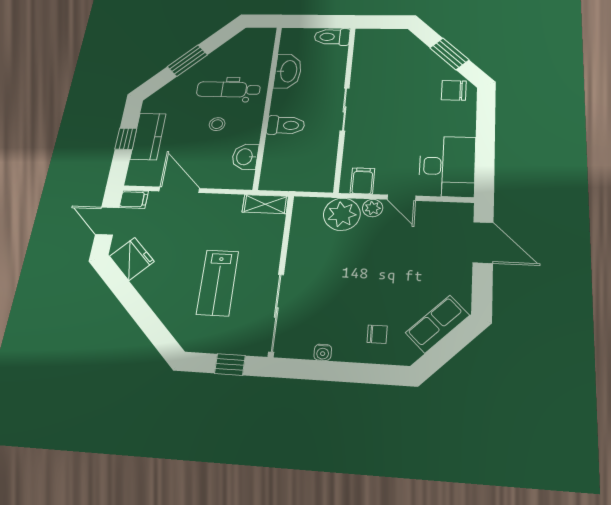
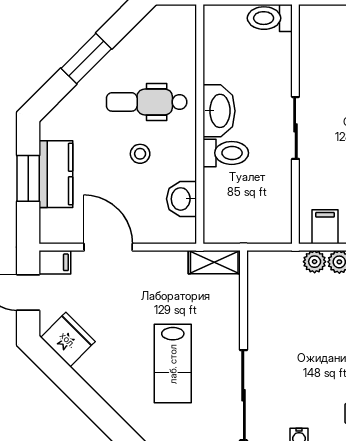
washbasin: (288, 71) -> (219, 111), moved
window: (126, 139) -> (28, 178), width x1.50
plant: (342, 214) -> (315, 262), width x0.53, depth x0.53

